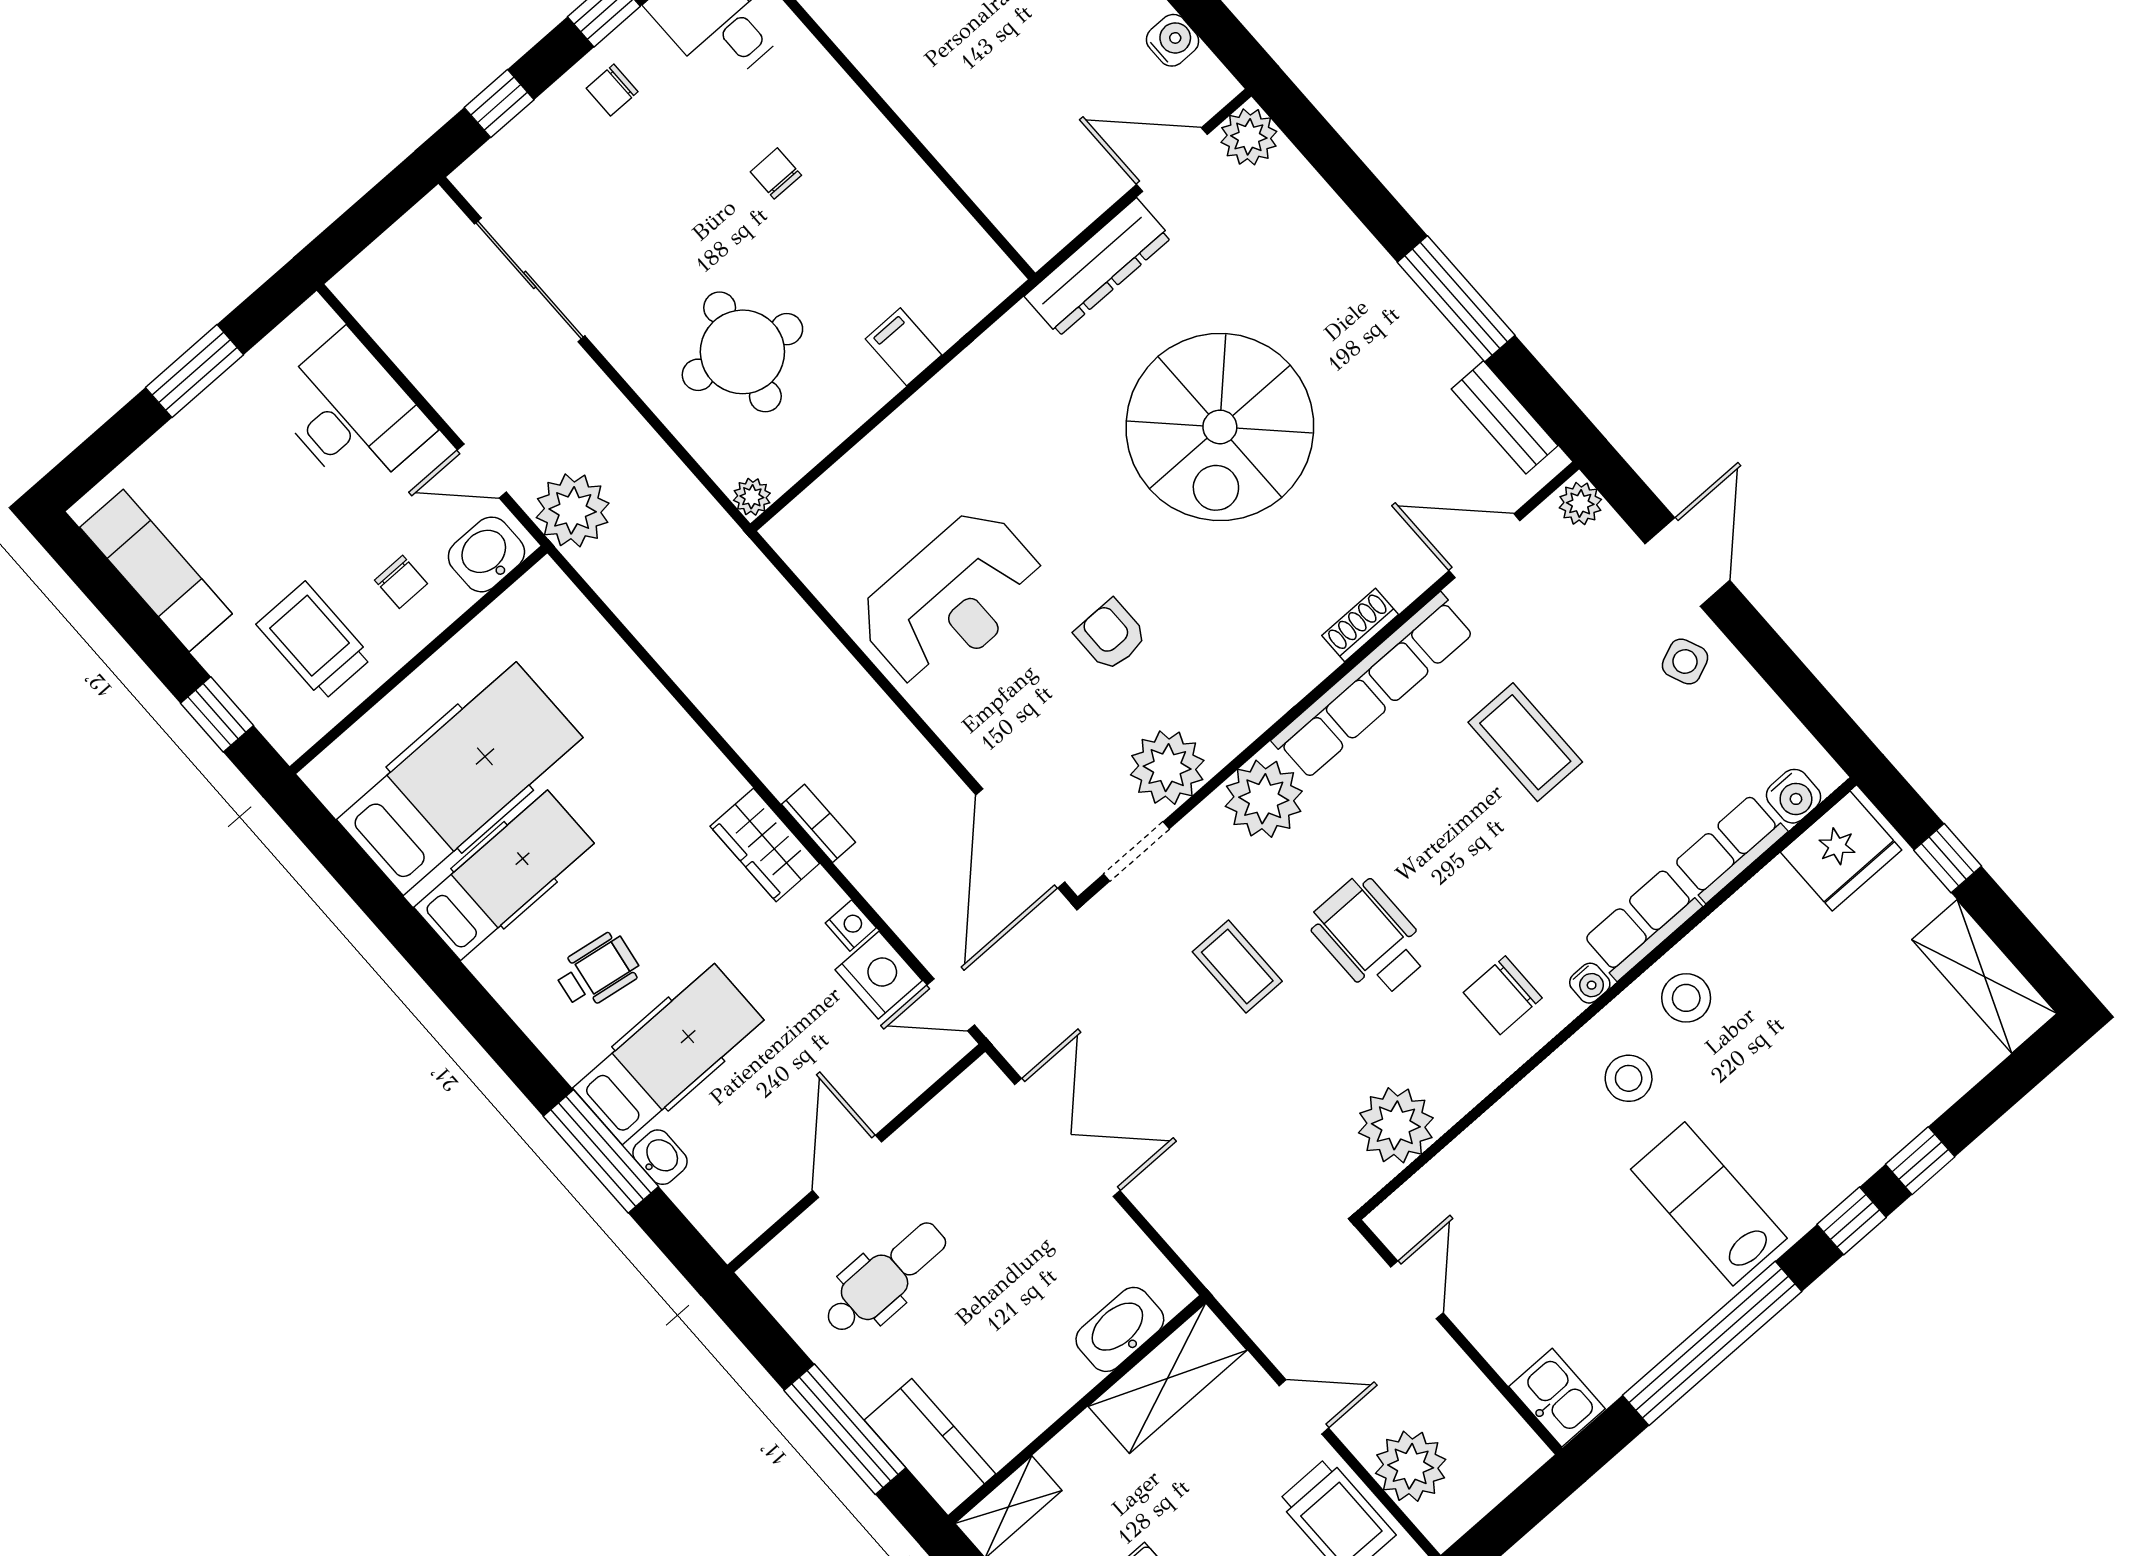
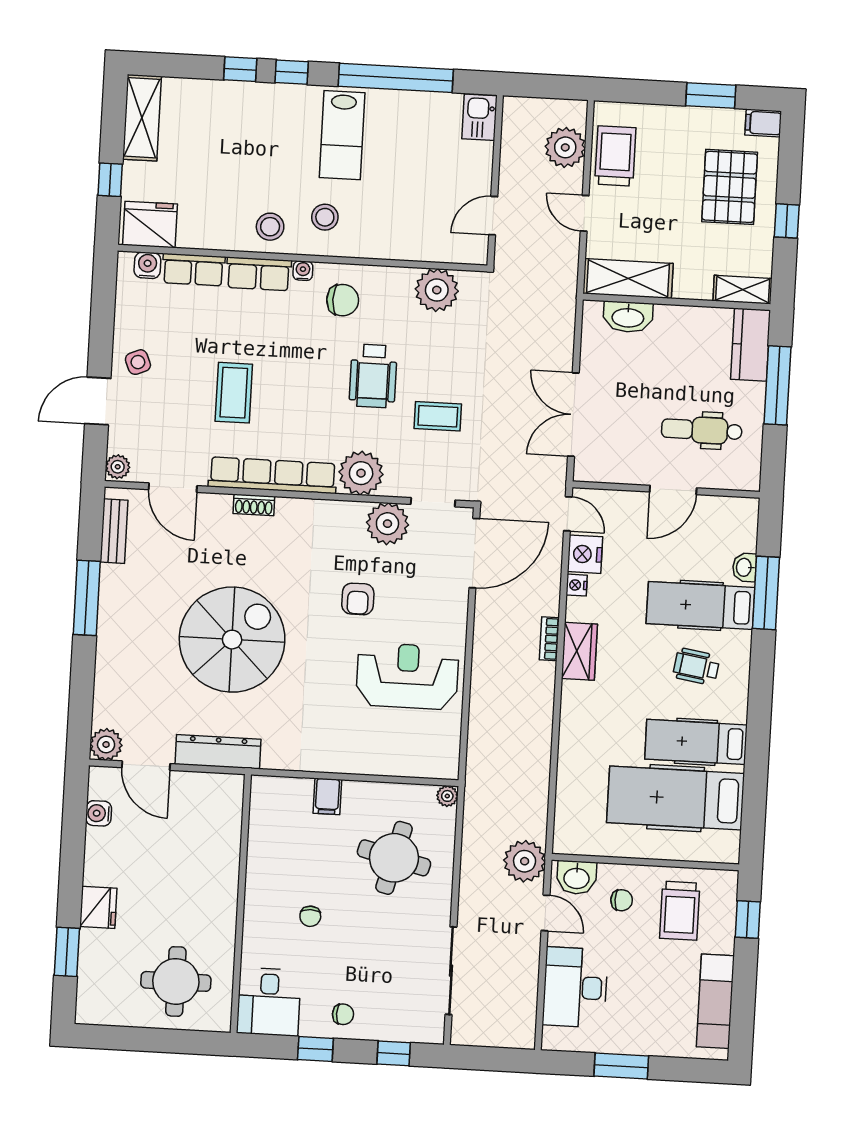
chair: (401, 582) -> (622, 900), turned 90
coffee table: (1237, 967) -> (438, 416), turned 90

